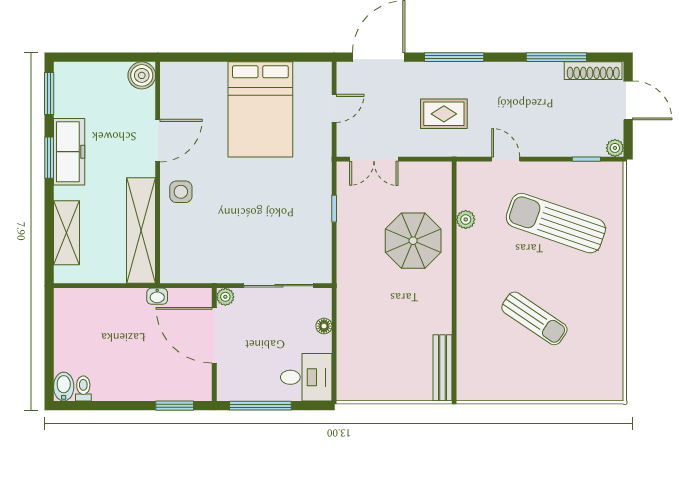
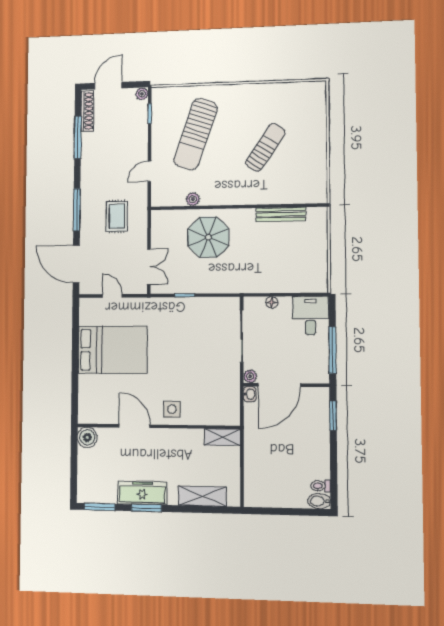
shelving: (141, 230) -> (222, 437), width x0.45, depth x0.75
washbasin: (157, 296) -> (250, 394), moved
bench: (442, 368) -> (281, 214), moved

